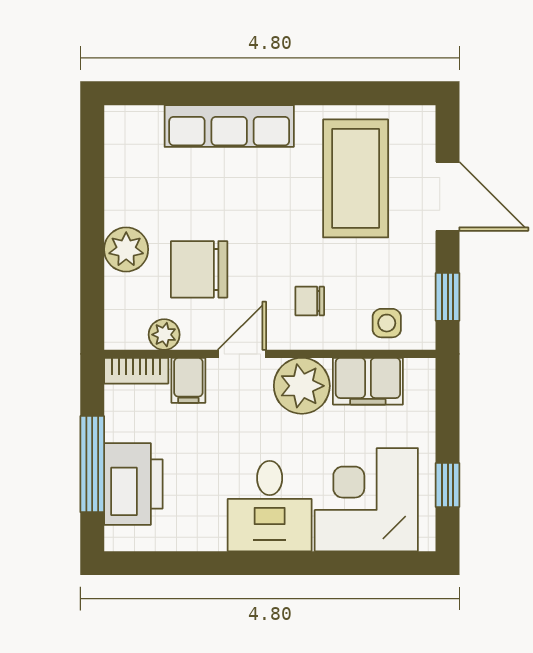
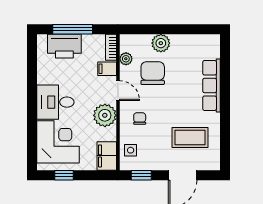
coffee table: (356, 178) -> (190, 137), width x0.73, depth x0.76
filing cabinet: (368, 381) -> (107, 156), moved

